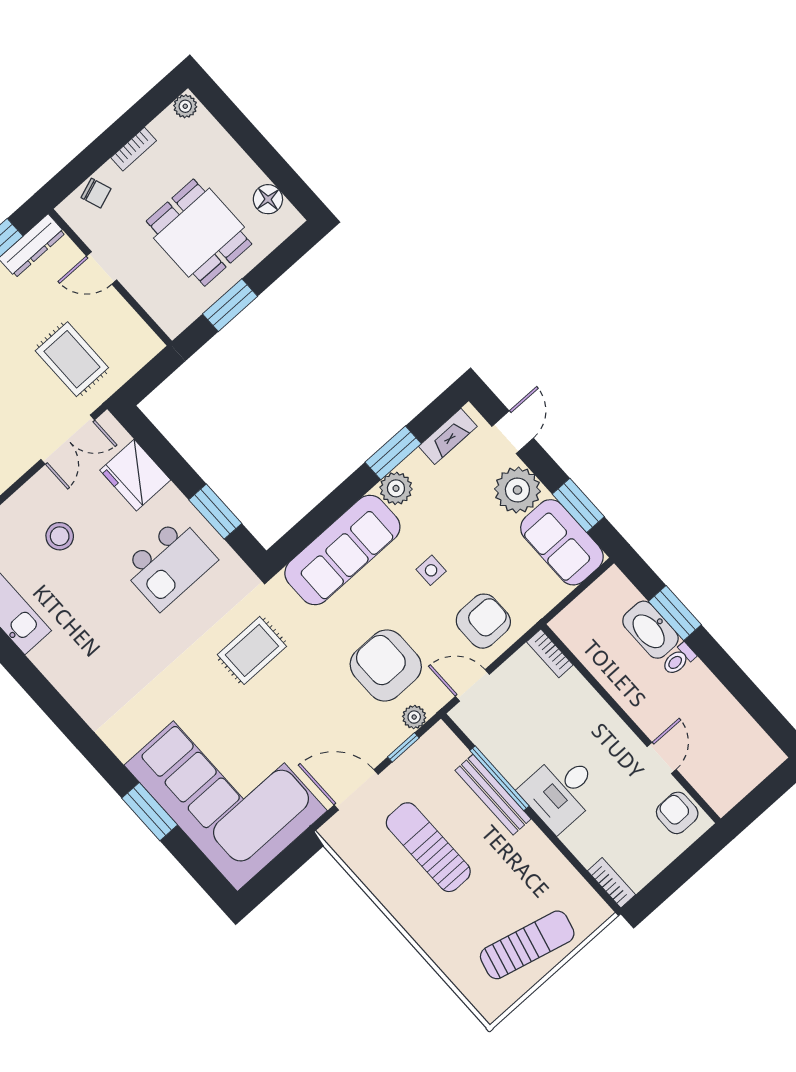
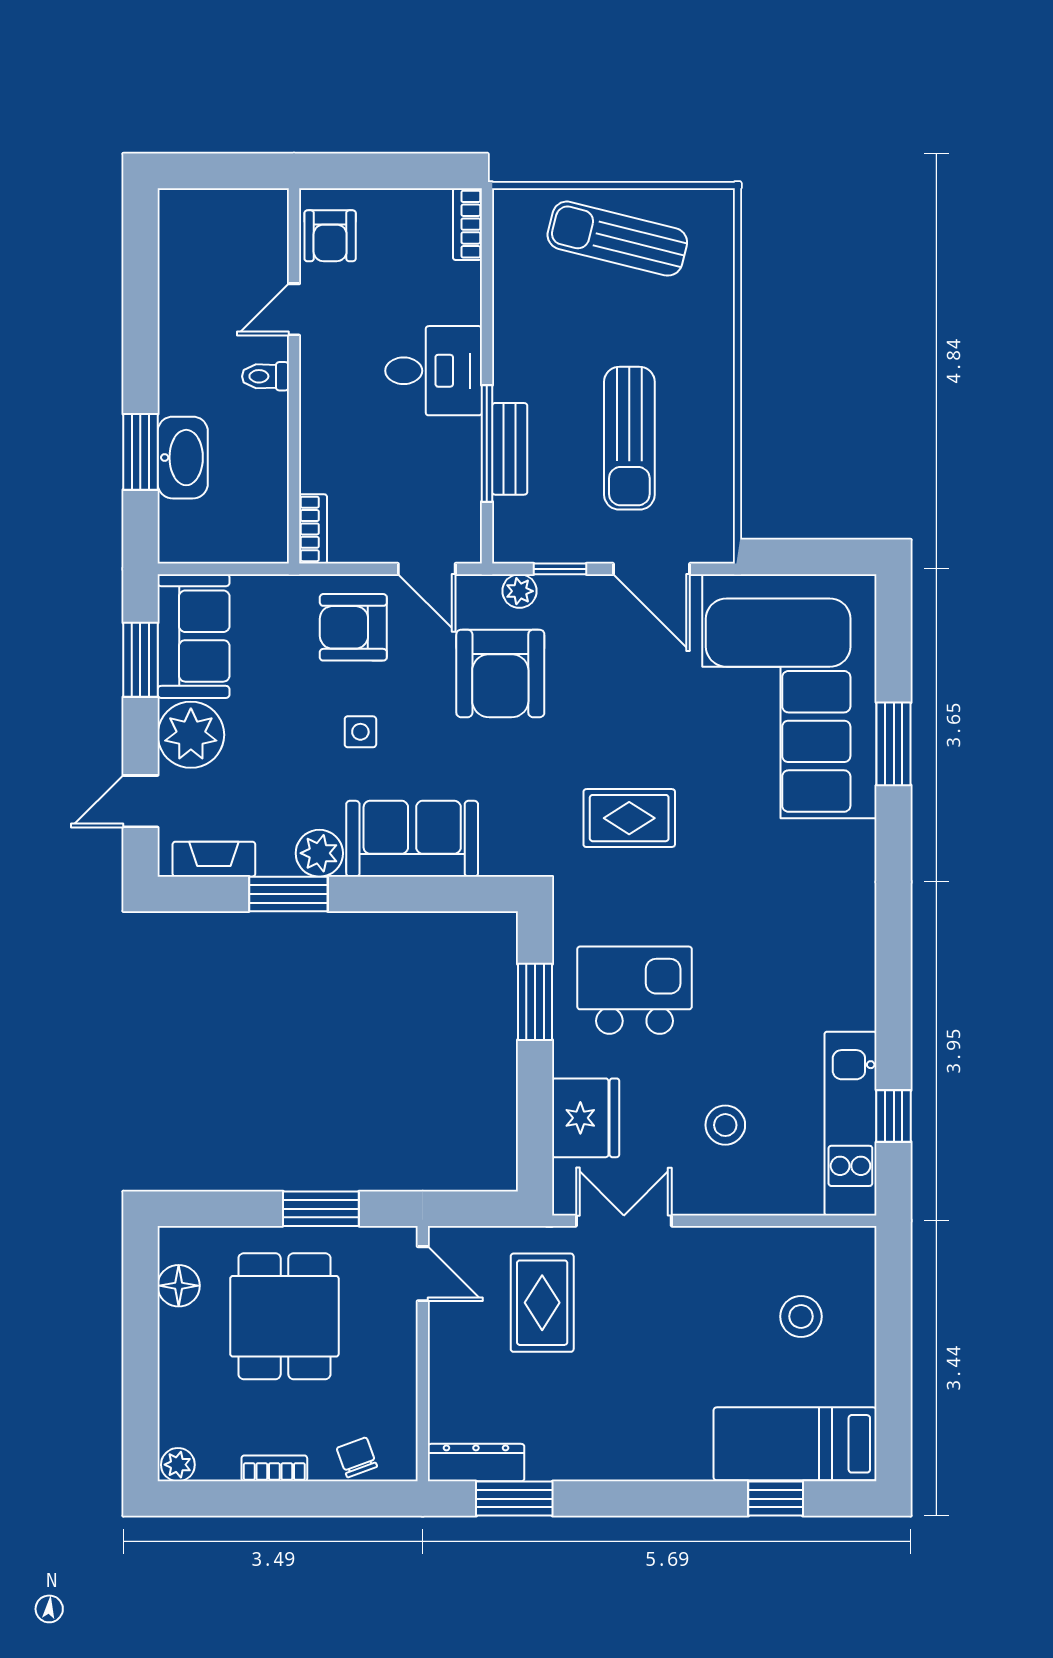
door: (102, 268) -> (423, 1274), moved
sofa: (342, 550) -> (412, 839), width x0.73
toilet: (679, 659) -> (265, 376), moved, turned 180
bench: (493, 795) -> (510, 449), width x0.73

